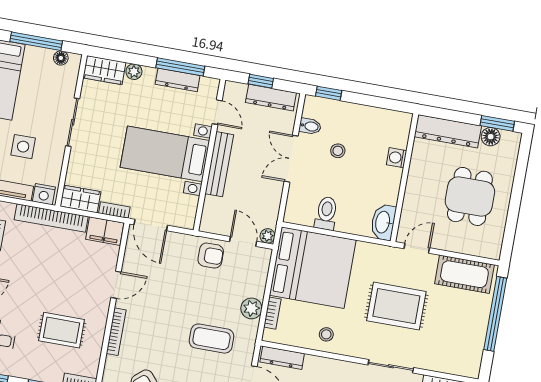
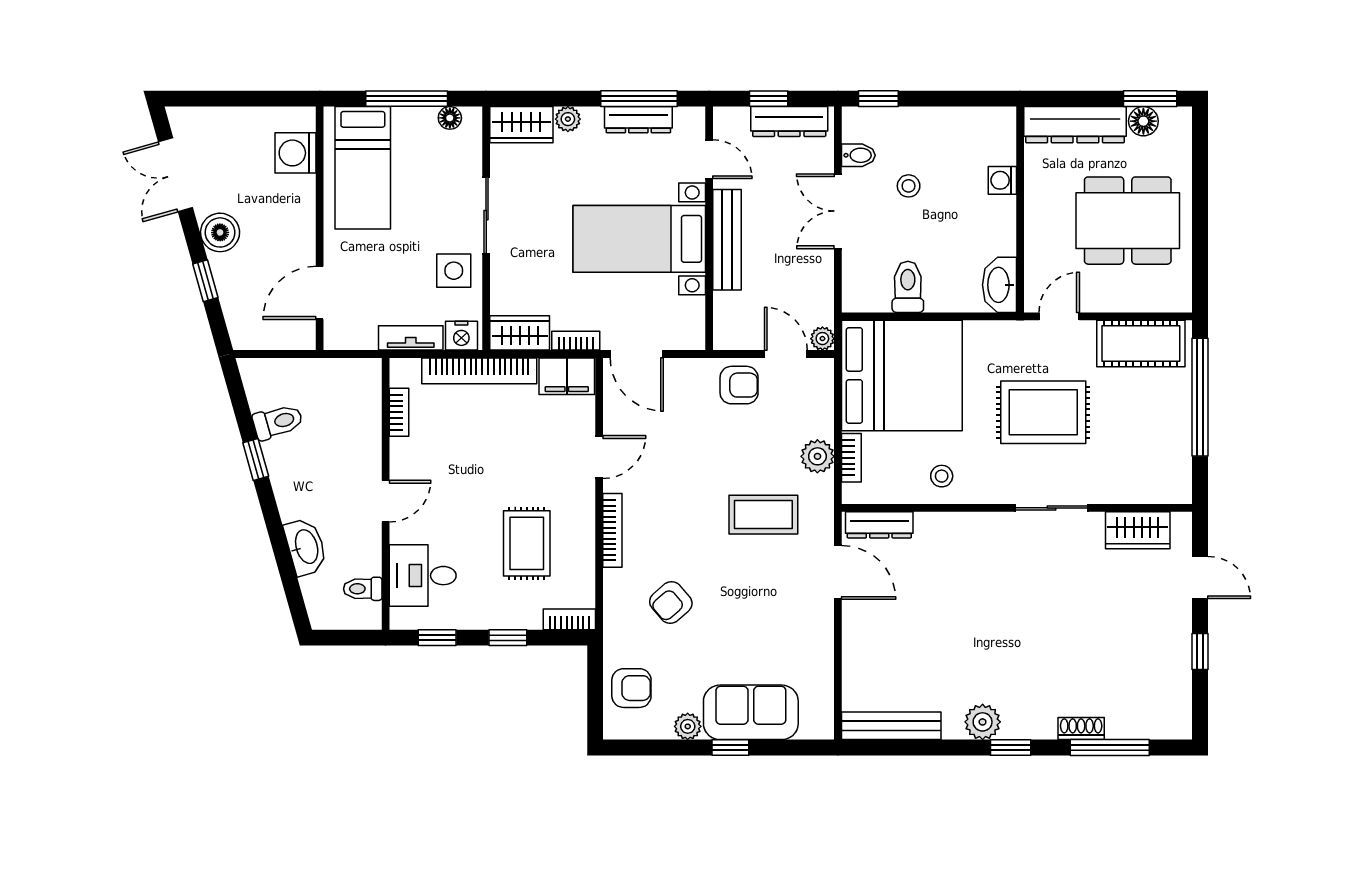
side table: (23, 147) -> (454, 271), moved
dining table: (470, 196) -> (1128, 221), width x1.38
rug: (62, 330) -> (527, 543), turned 90

